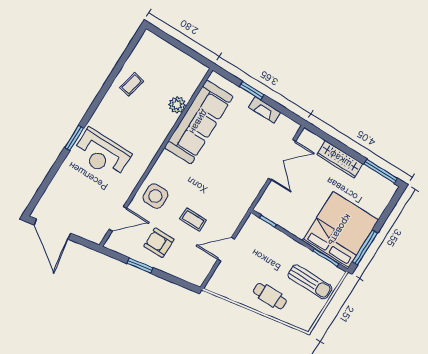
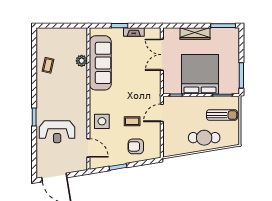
reception desk: (102, 154) -> (57, 132), moved
double door: (282, 160) -> (162, 55), swing flipped
door: (118, 219) -> (88, 148), hinge flipped
bed: (340, 230) -> (200, 74), moved
armchair: (159, 243) -> (136, 146), moved
door: (226, 249) -> (162, 113), moved
cafe table: (270, 296) -> (204, 138), width x1.37, depth x1.35

